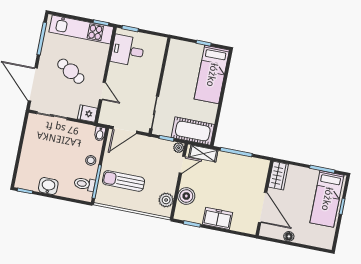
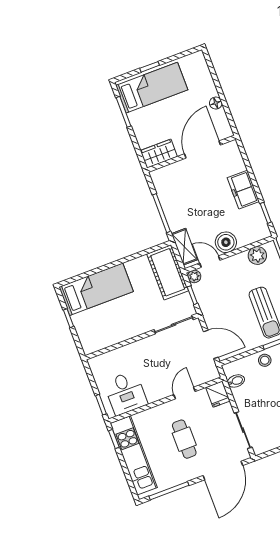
cafe table: (71, 71) -> (184, 439), turned -31
bidet: (100, 134) -> (236, 381), moved
boiler: (186, 196) -> (226, 242), moved

